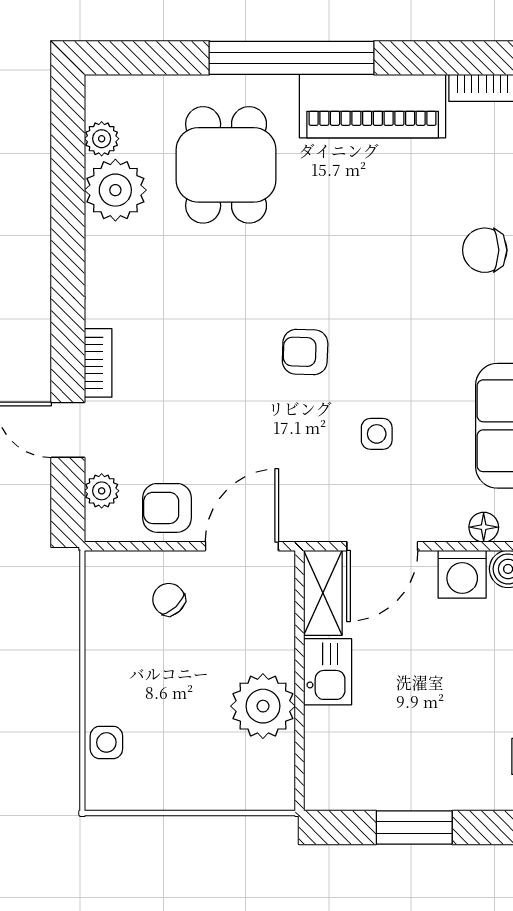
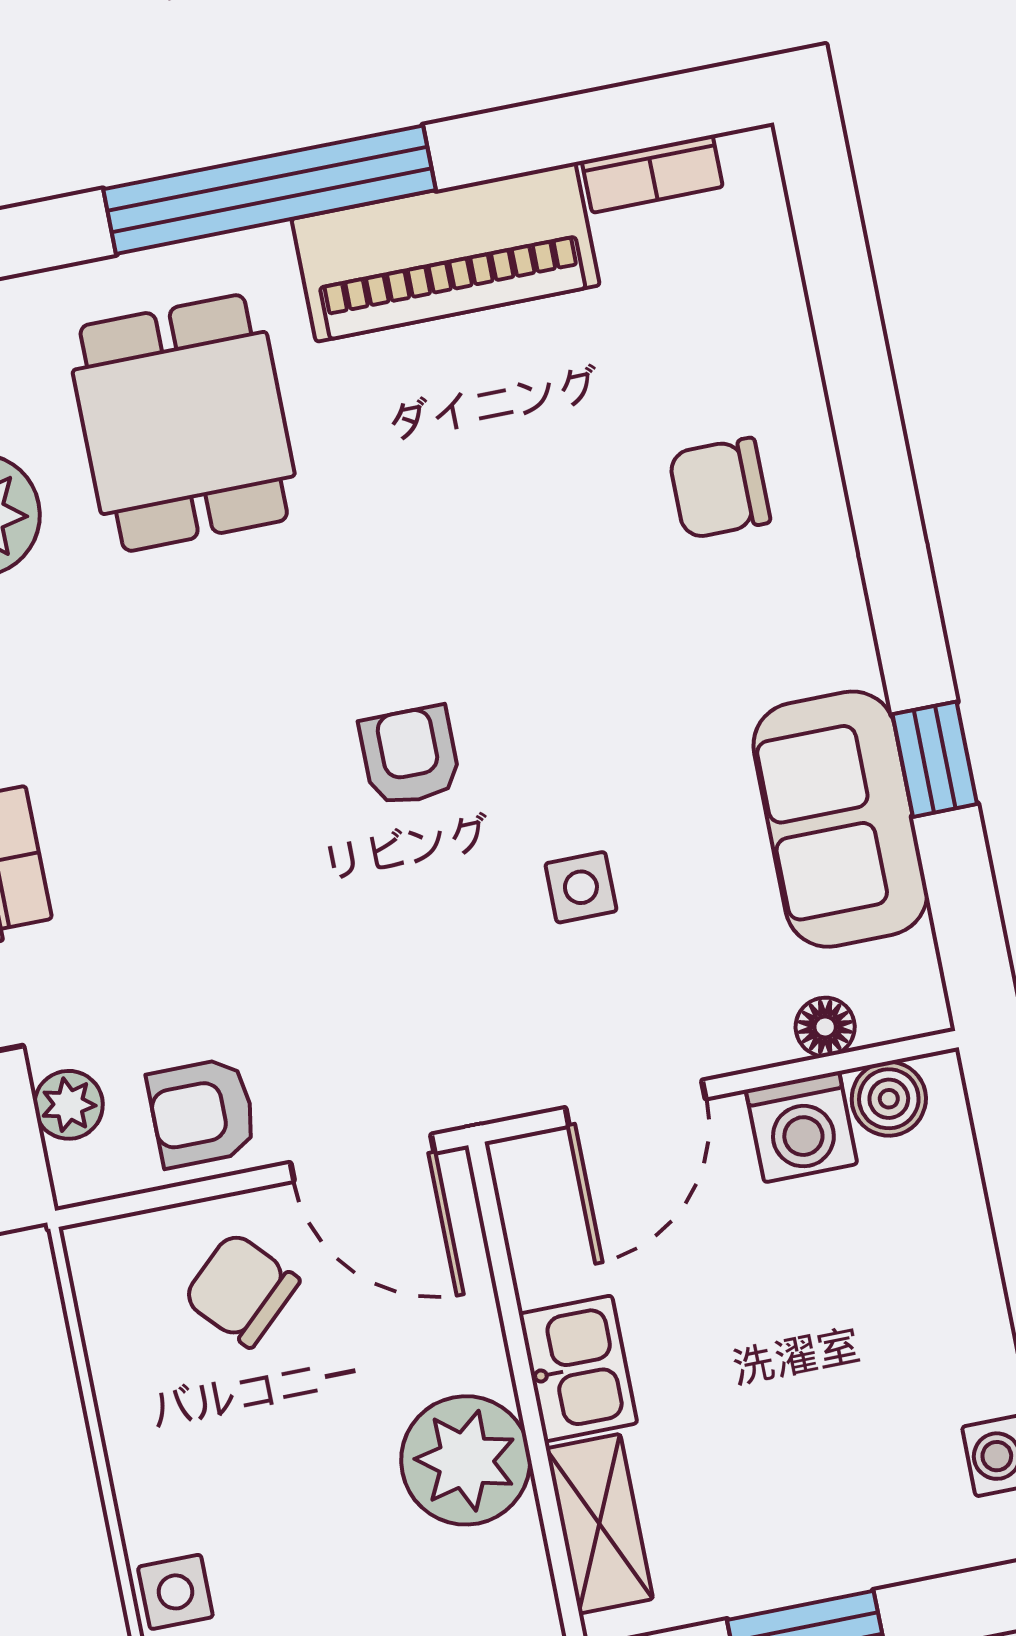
armchair: (305, 352) -> (410, 756), turned 88
door: (242, 546) -> (362, 1158), swing flipped
shelving: (323, 593) -> (599, 1524), moved
chair: (169, 599) -> (241, 1290), width x1.37, depth x1.37

